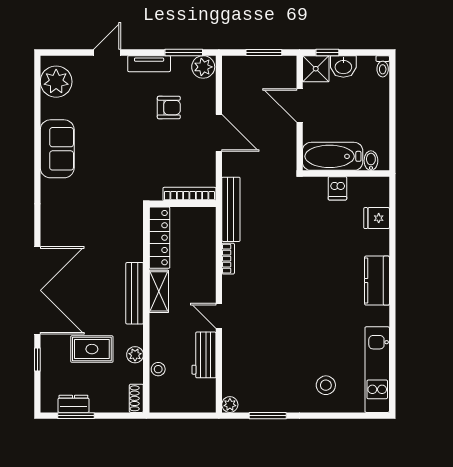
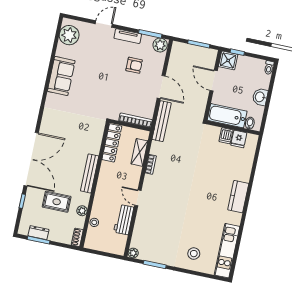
washbasin: (343, 66) -> (260, 97), moved, turned 90
bench: (231, 209) -> (162, 121), moved
fridge: (377, 218) -> (239, 139), moved, turned -90
shelving: (159, 291) -> (139, 152), moved

